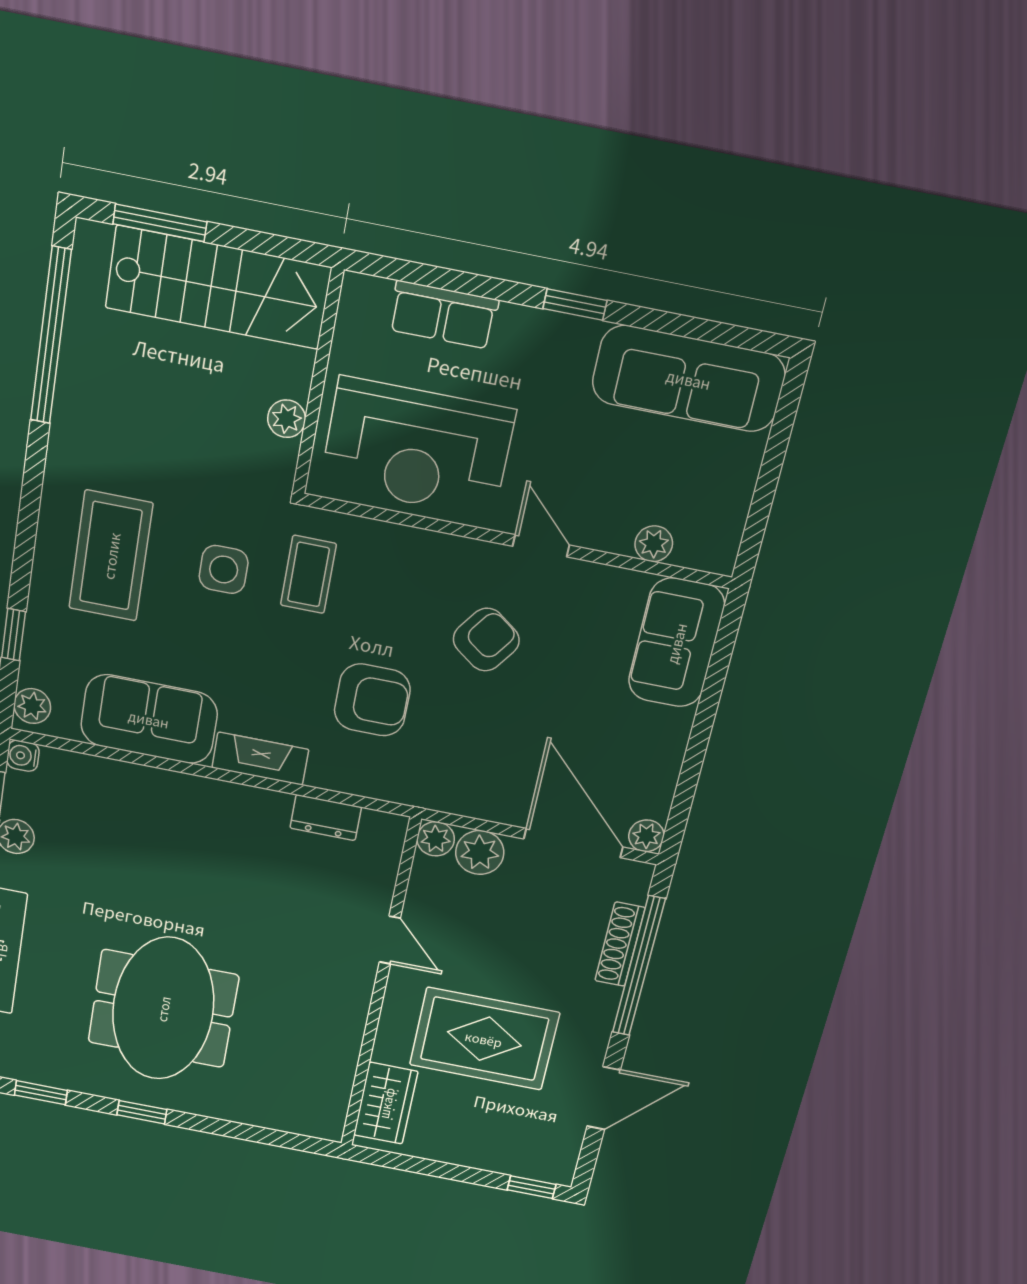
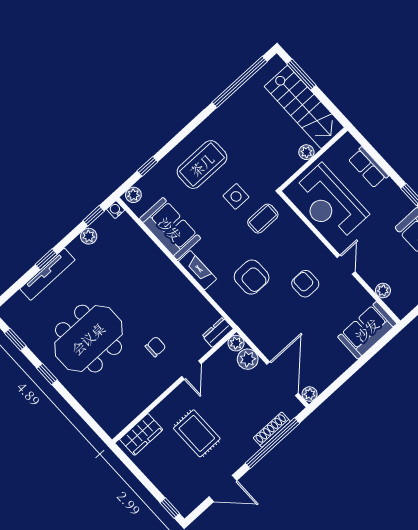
plant: (287, 419) -> (306, 152), moved
armchair: (486, 640) -> (305, 284), turned -126
dresser: (326, 818) -> (218, 332), moved, turned 90
chair: (292, 944) -> (155, 347), added
rug: (484, 1039) -> (197, 433), width x0.73, depth x0.70

